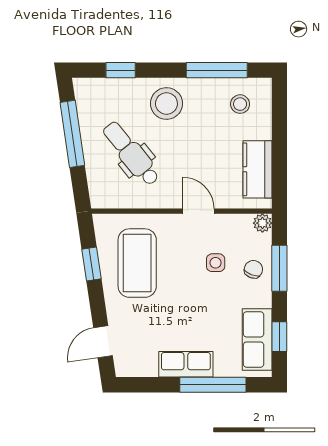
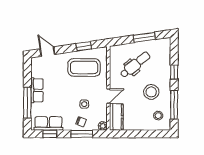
window: (121, 70) -> (174, 72), moved
stool: (166, 103) -> (151, 92), moved
window: (72, 134) -> (144, 37), width x0.69
kitchen counter: (257, 169) -> (116, 117), moved, turned 90

